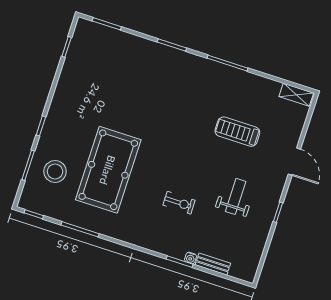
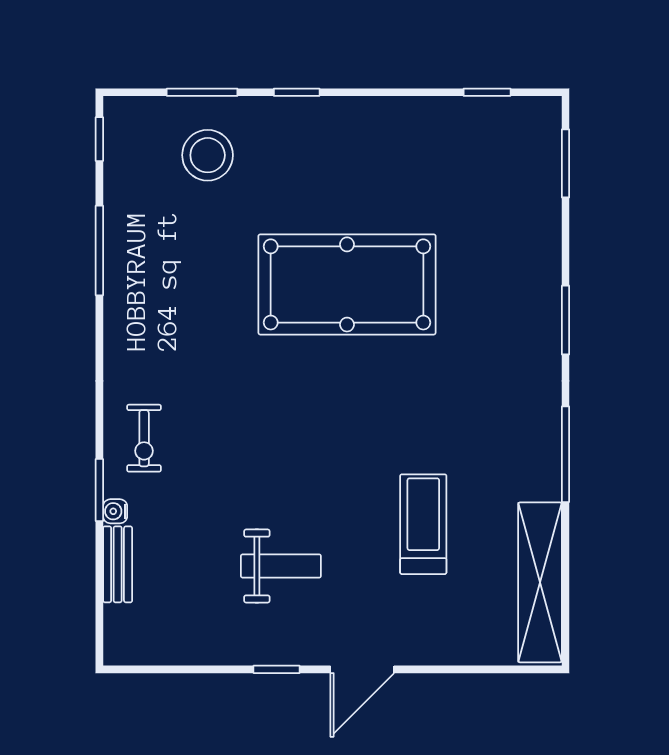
shelving: (296, 95) -> (540, 582), width x2.20, depth x1.33
door: (294, 162) -> (362, 669), moved
pool table: (108, 170) -> (347, 284), moved
exercise bike: (179, 203) -> (144, 438), moved

